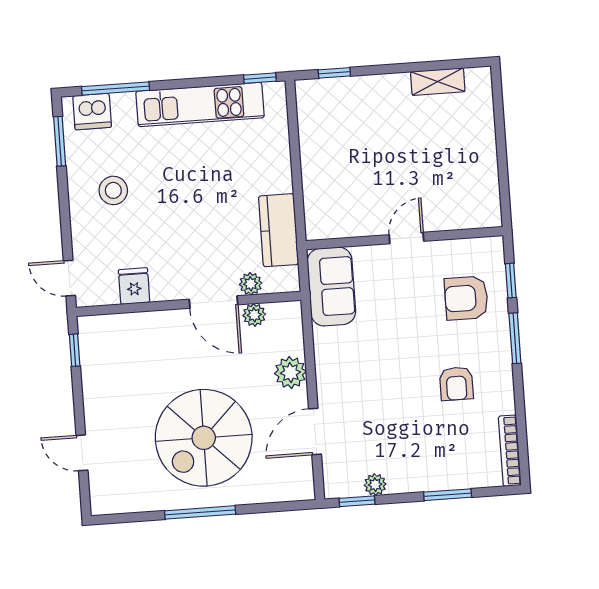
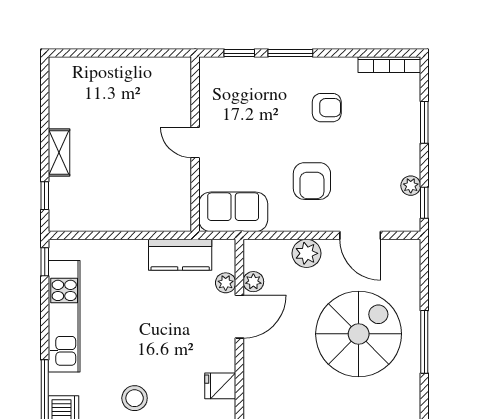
shelving: (438, 82) -> (59, 152), moved
armchair: (466, 298) -> (312, 181), moved
spiral stairs: (204, 438) -> (359, 334), turned -90

